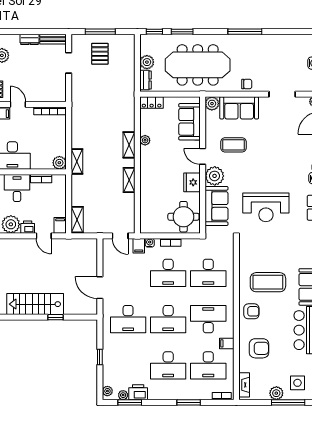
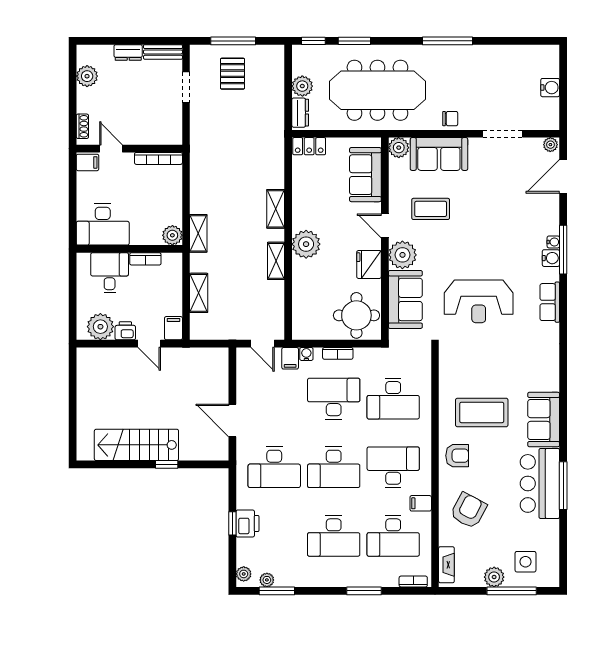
plant: (145, 140) -> (306, 244), moved, width x1.87, depth x1.87
shelving: (77, 220) -> (199, 293), moved
desk: (168, 273) -> (334, 399), turned 180
armchair: (259, 348) -> (468, 511), turned -62
printer: (138, 392) -> (247, 523), moved, turned 90

